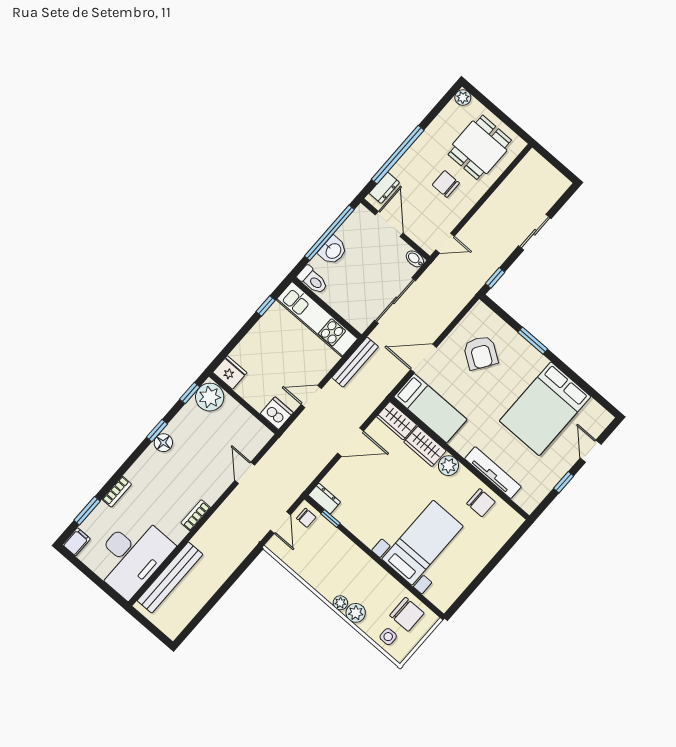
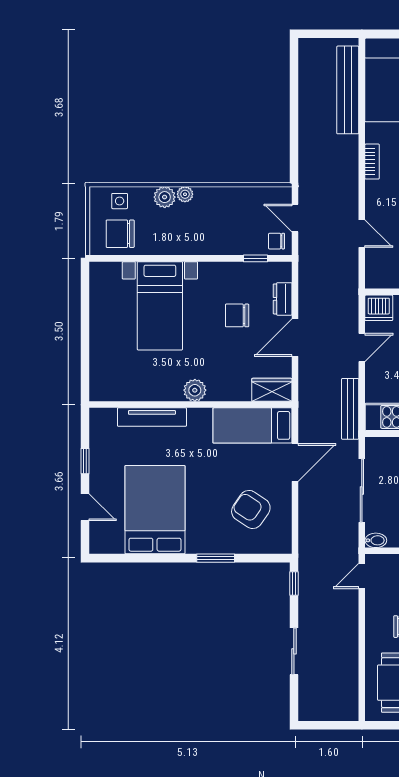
wardrobe: (425, 446) -> (229, 389), removed
dresser: (324, 499) -> (283, 299), moved, turned 90
chair: (481, 503) -> (237, 315), moved

